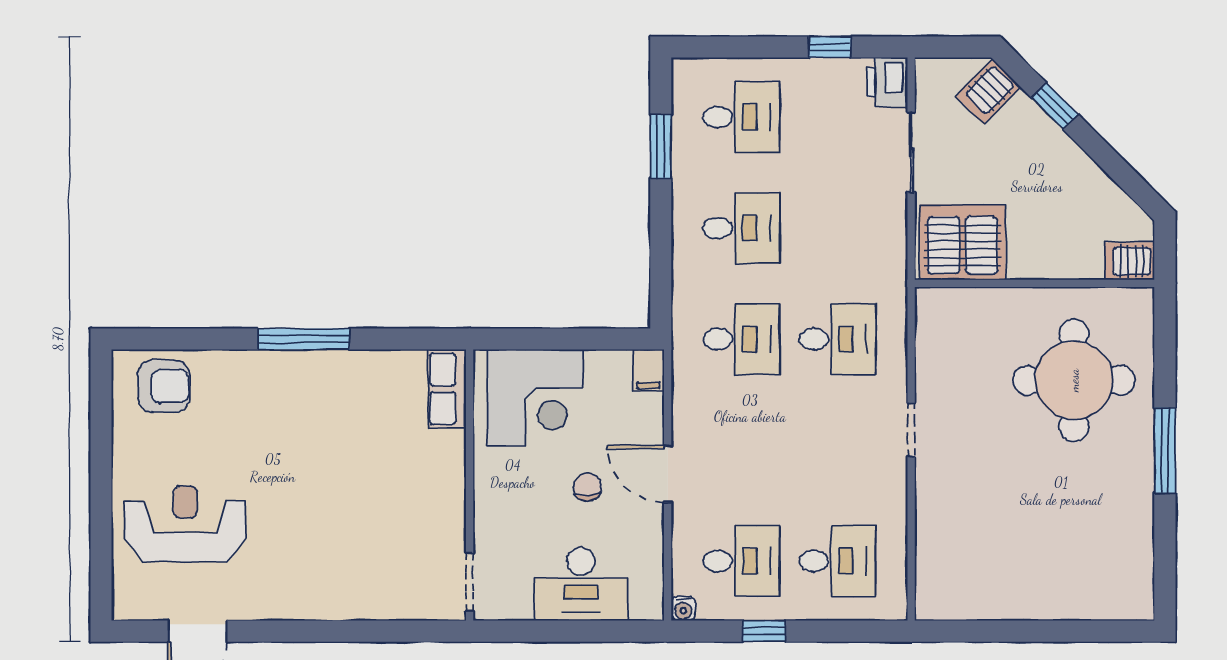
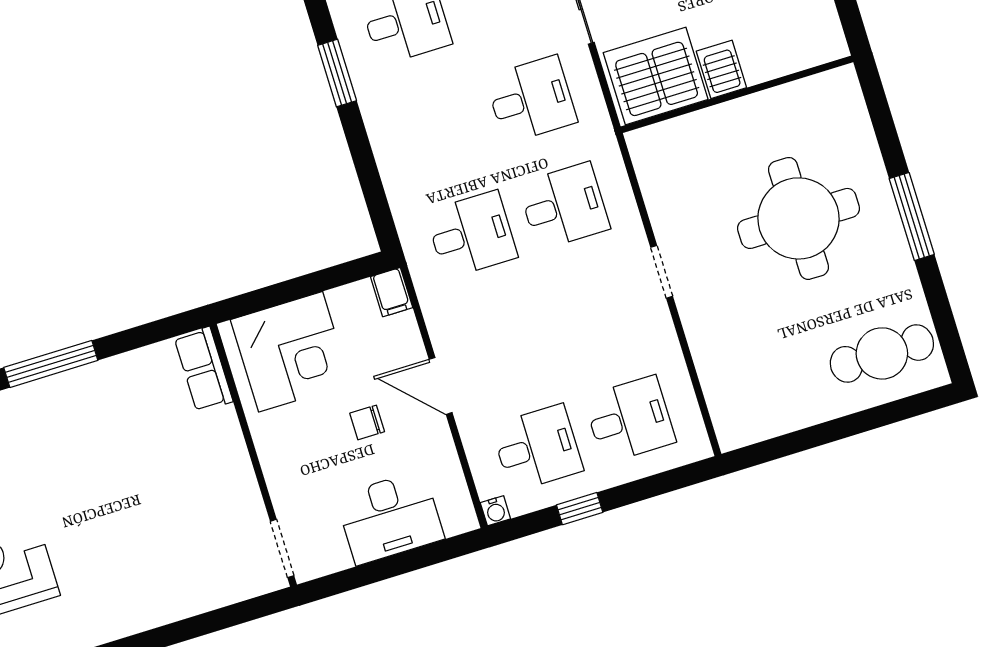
desk: (741, 228) -> (531, 99), moved
server rack: (1130, 261) -> (721, 69), moved, turned 90
round table: (1074, 380) -> (799, 218), moved
chair: (587, 487) -> (367, 422), turned -87
cafe table: (1097, 572) -> (882, 353), added

